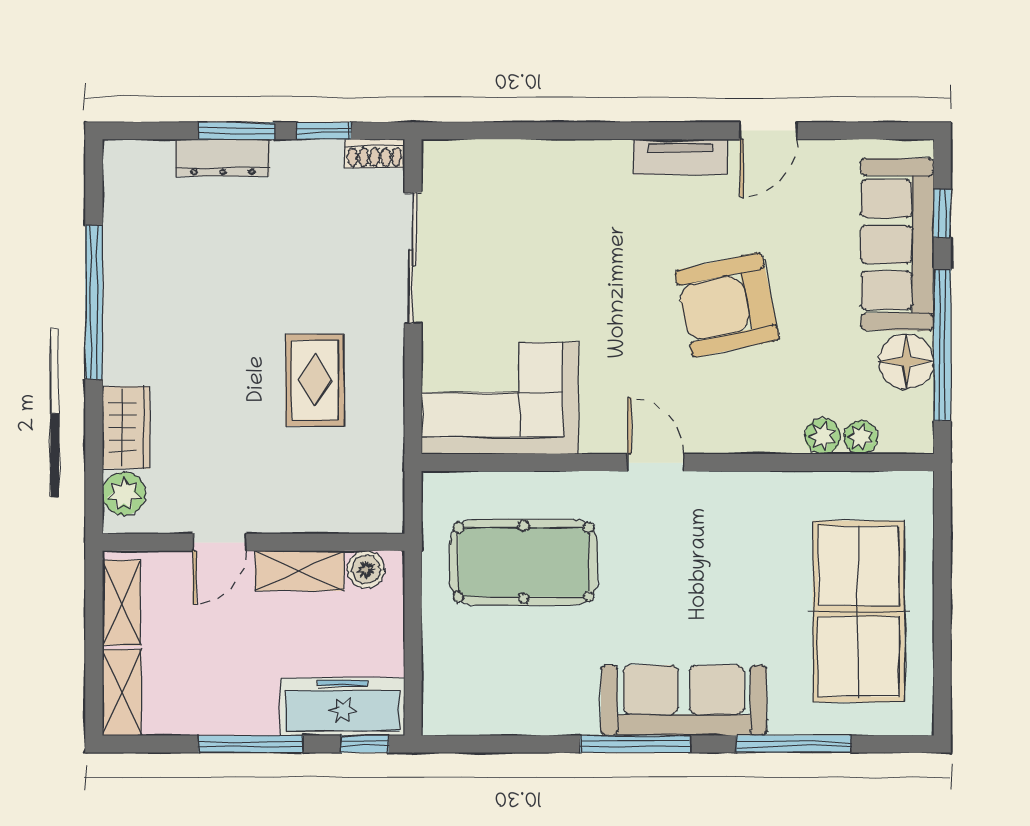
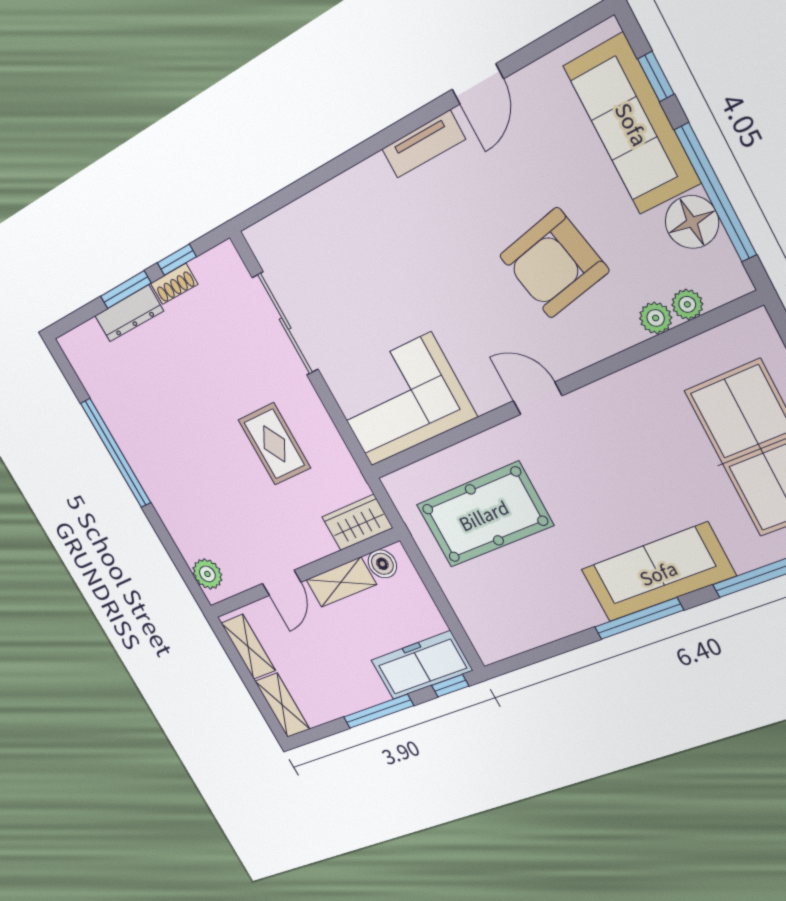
shoe rack: (375, 154) -> (174, 284), moved
armchair: (727, 305) -> (554, 263), moved
wardrobe: (126, 428) -> (357, 522), moved, turned -90

